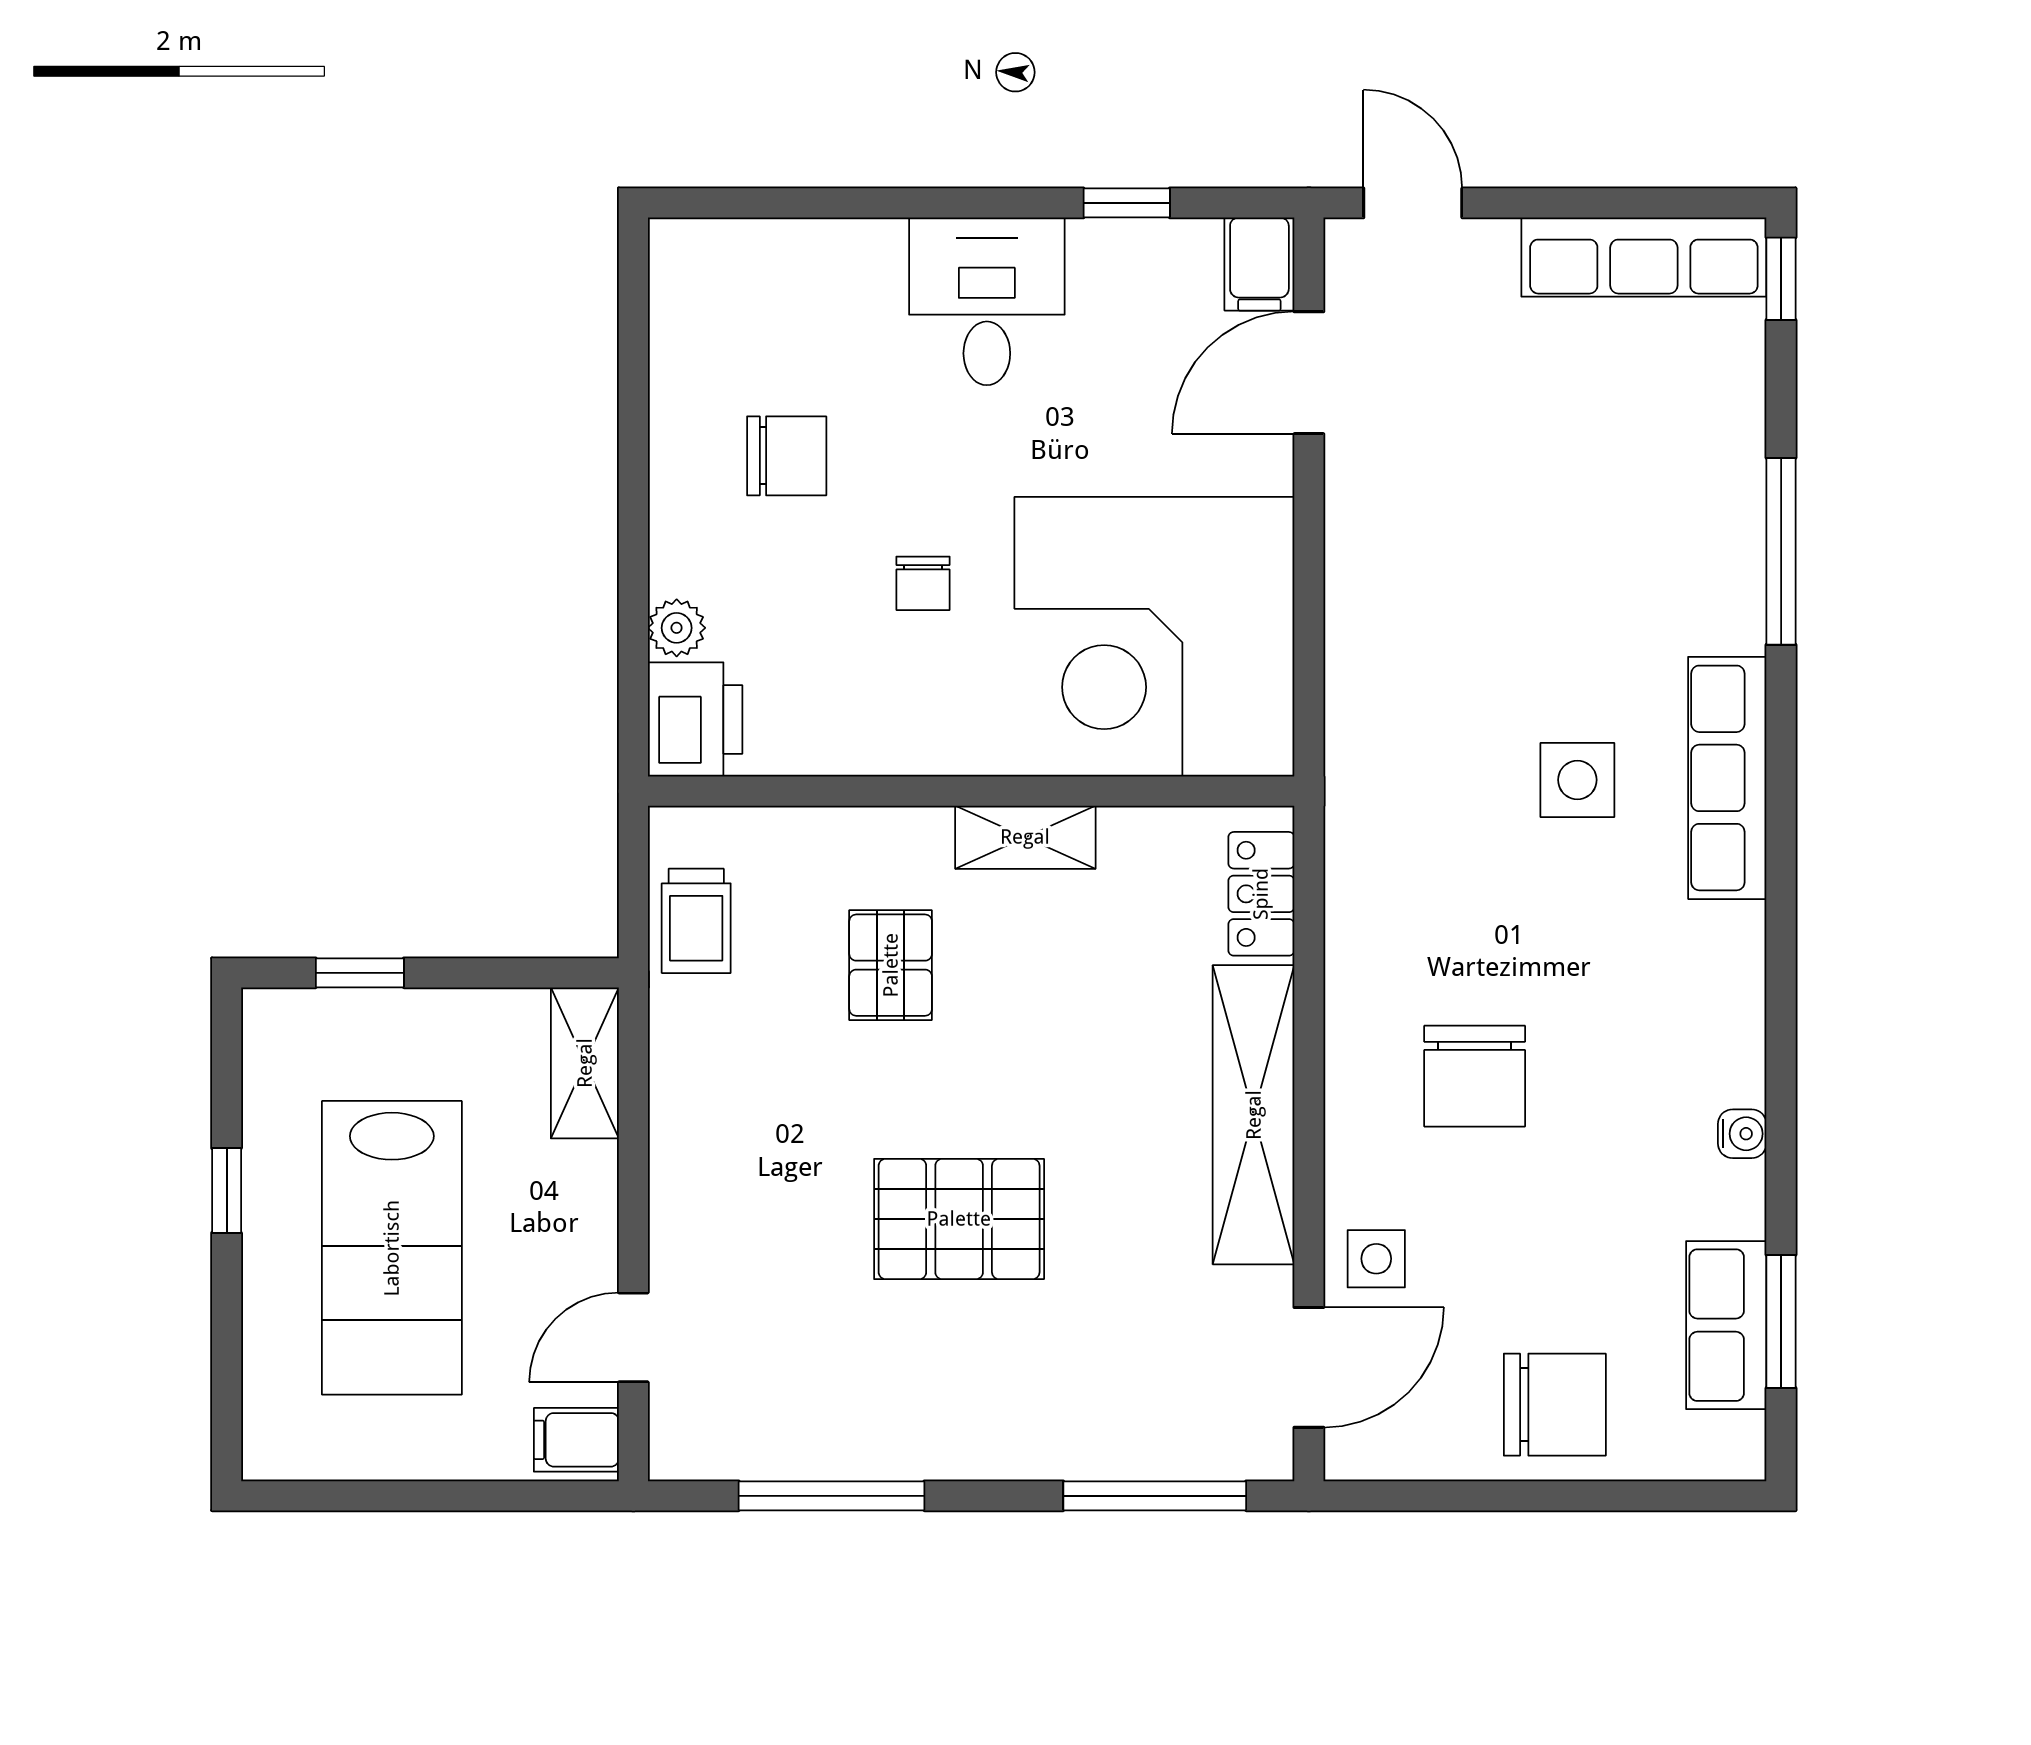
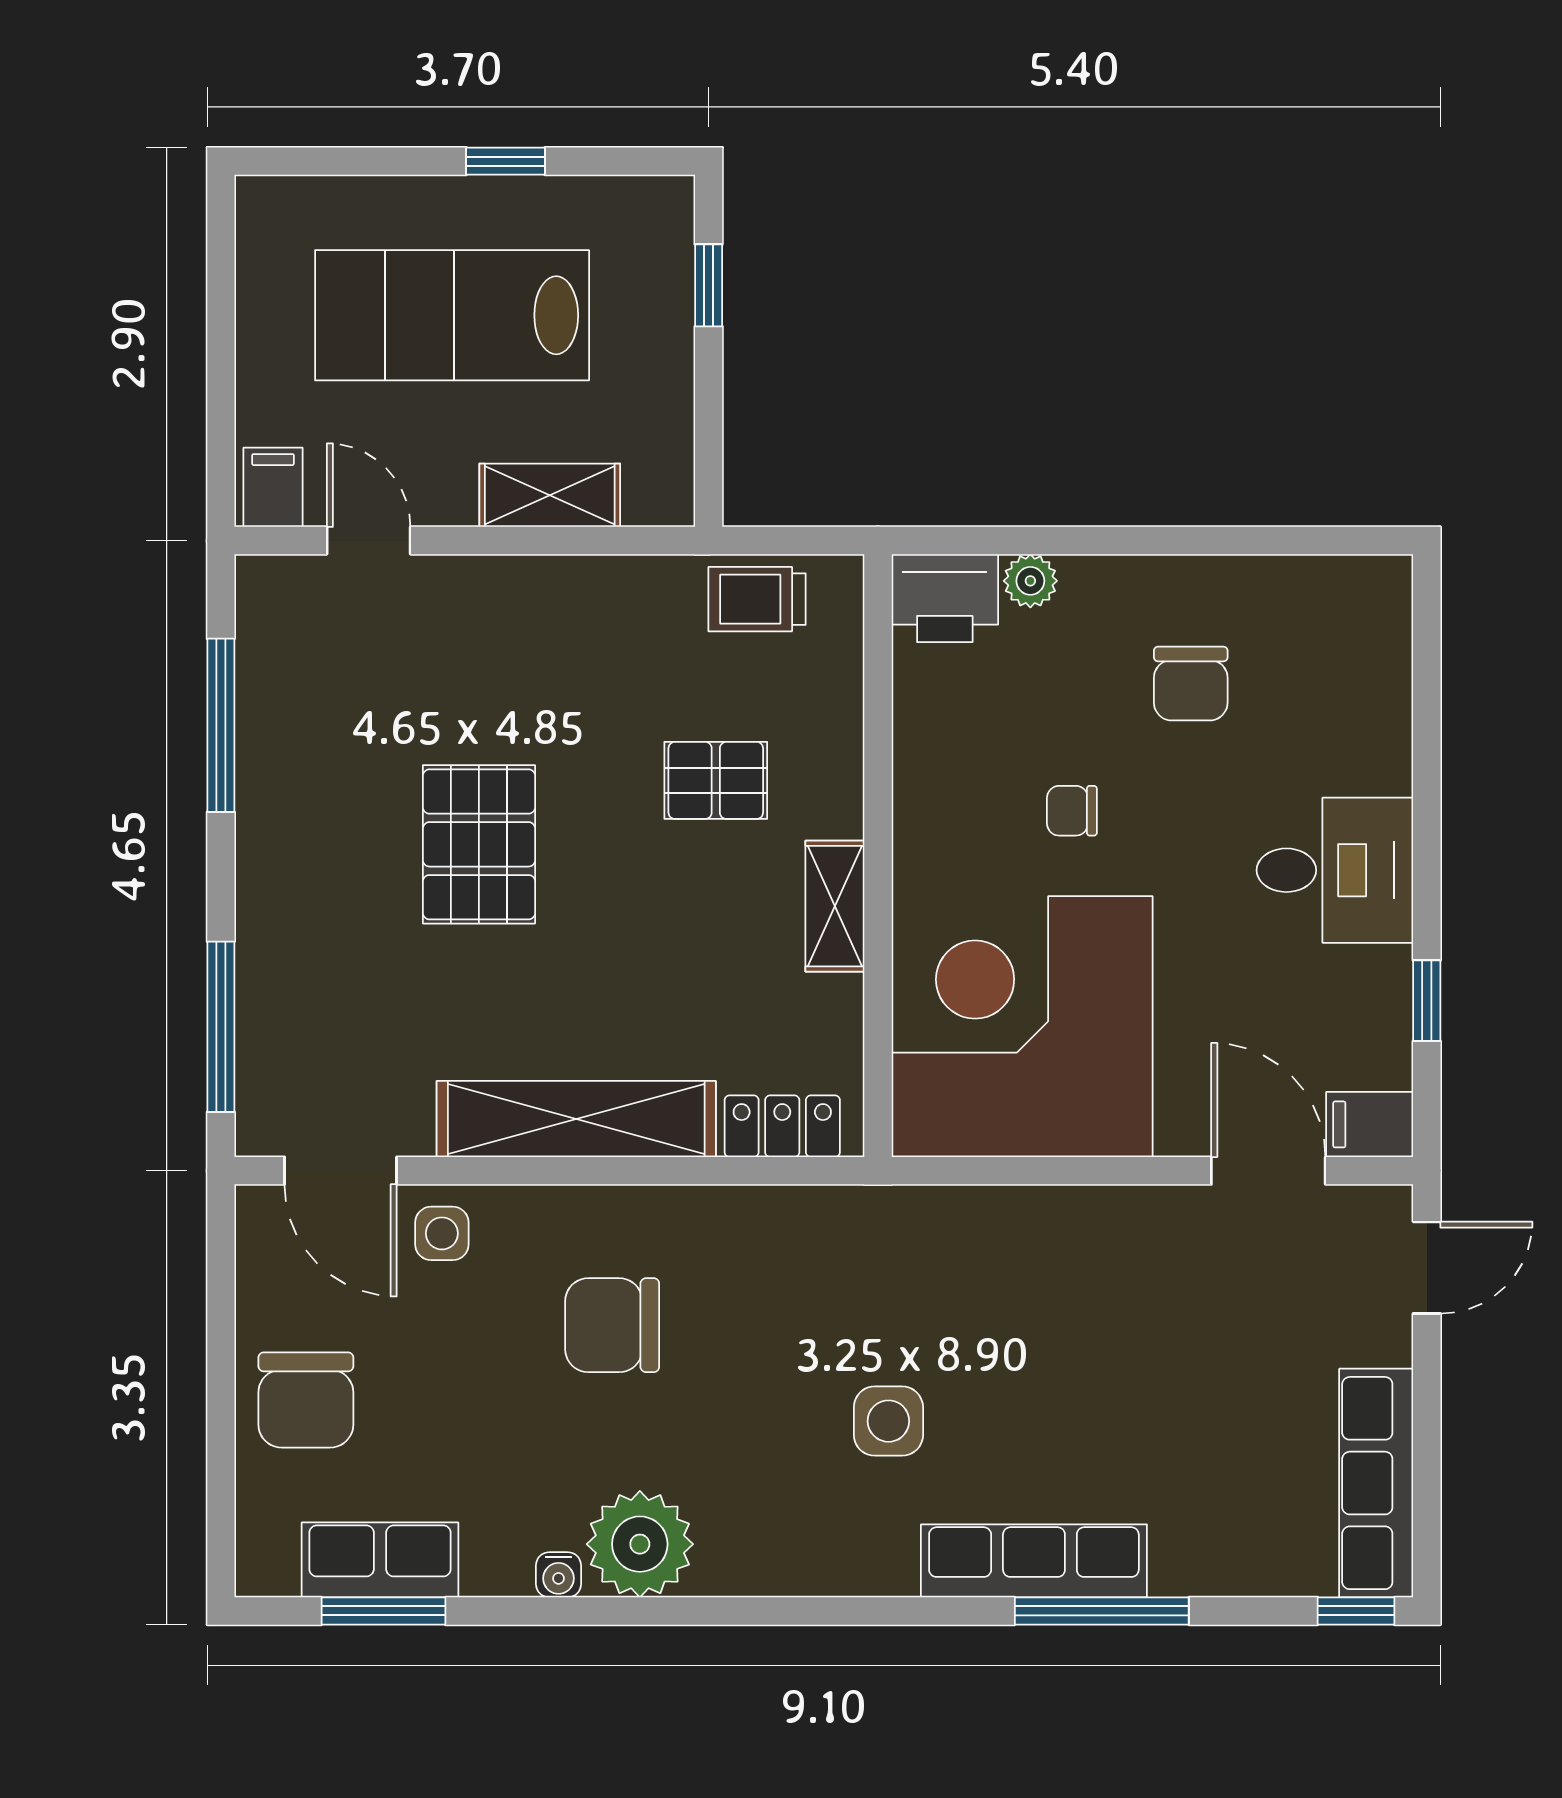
row of seats: (1727, 778) -> (1034, 1561), moved
plant: (1709, 1047) -> (640, 1544), added
shelving: (585, 1063) -> (550, 495), moved

